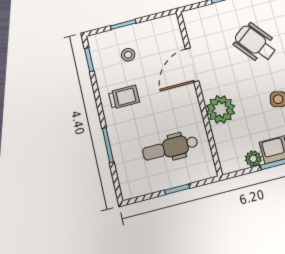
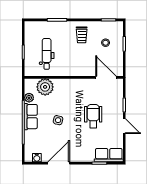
wheelchair: (255, 43) -> (93, 116), turned -52
door: (192, 65) -> (106, 77), moved
plant: (221, 109) -> (45, 87), moved

